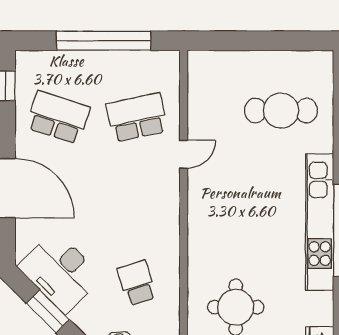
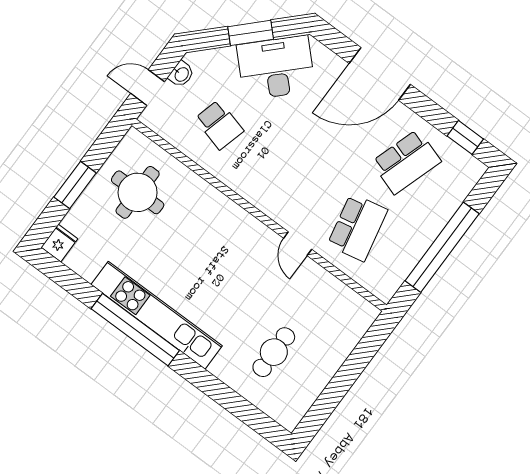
cafe table: (281, 111) -> (274, 352), width x0.73, depth x0.74
school desk: (137, 283) -> (219, 125), turned 33

